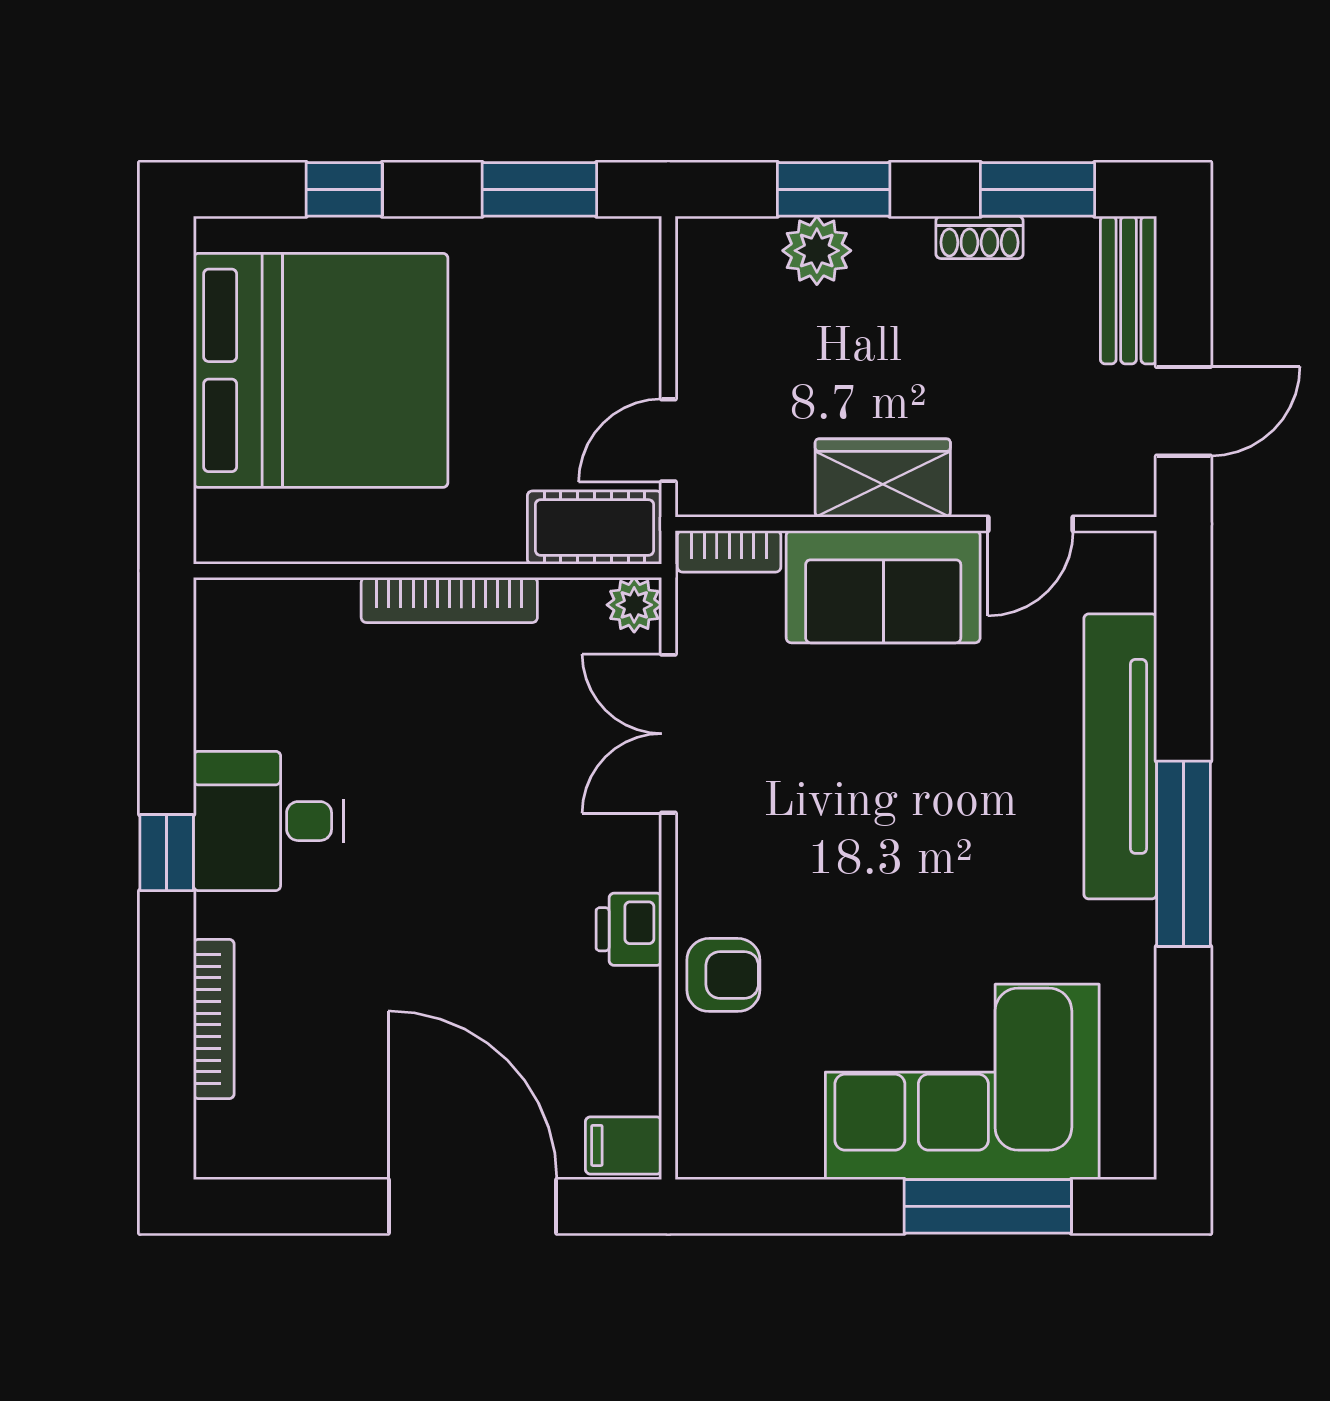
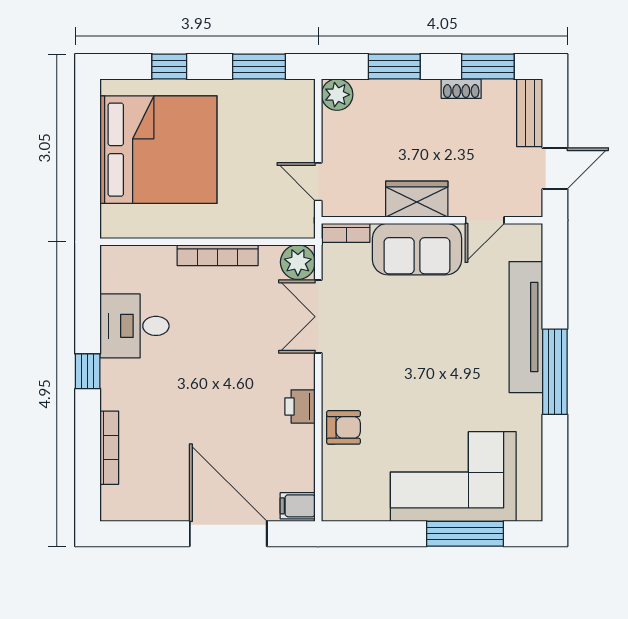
plant: (817, 251) -> (337, 95), moved
door: (668, 440) -> (318, 182), hinge flipped
cot: (594, 527) -> (284, 222), removed
plant: (634, 605) -> (298, 262), width x1.38, depth x1.38
desk: (269, 821) -> (135, 326), moved

